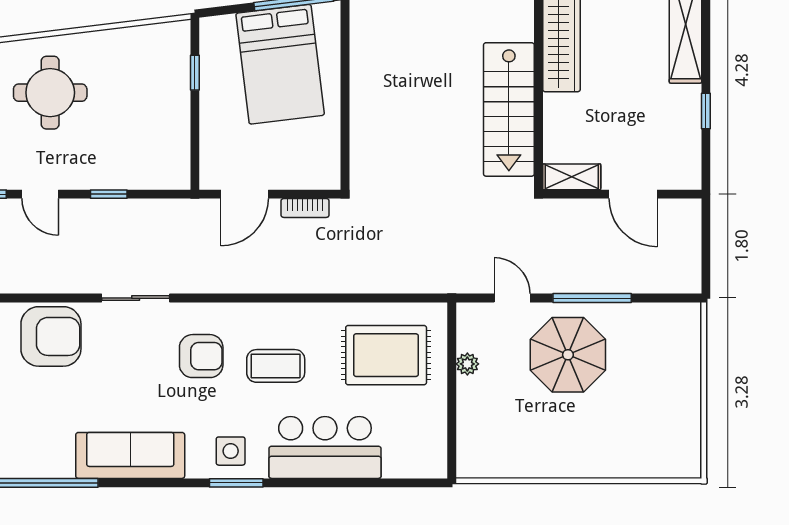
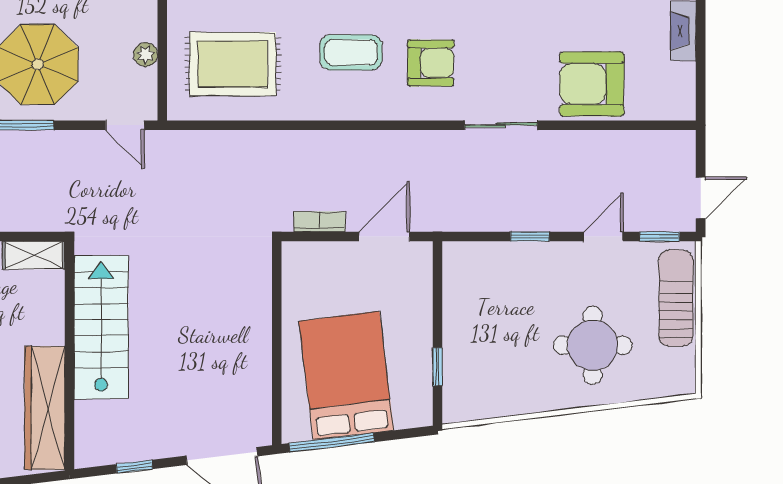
door: (40, 194) -> (603, 237), hinge flipped
door: (512, 298) -> (125, 125), moved
armchair: (201, 356) -> (431, 63), turned 180

